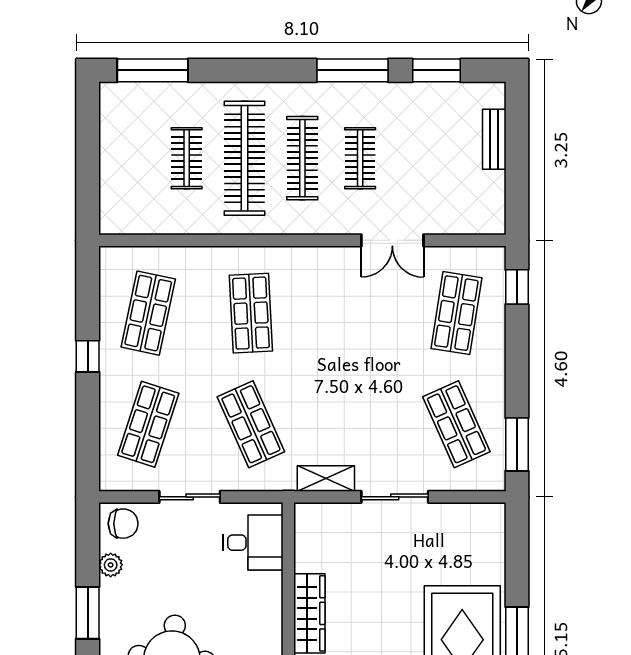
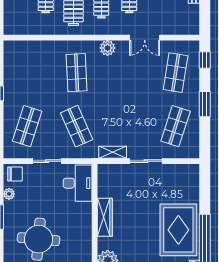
plant: (315, 262) -> (108, 48), added
shop shelf: (148, 313) -> (27, 73), removed
shop shelf: (456, 424) -> (176, 126), turned 42
window: (517, 444) -> (205, 104), moved
desk: (253, 543) -> (78, 183), width x1.37

